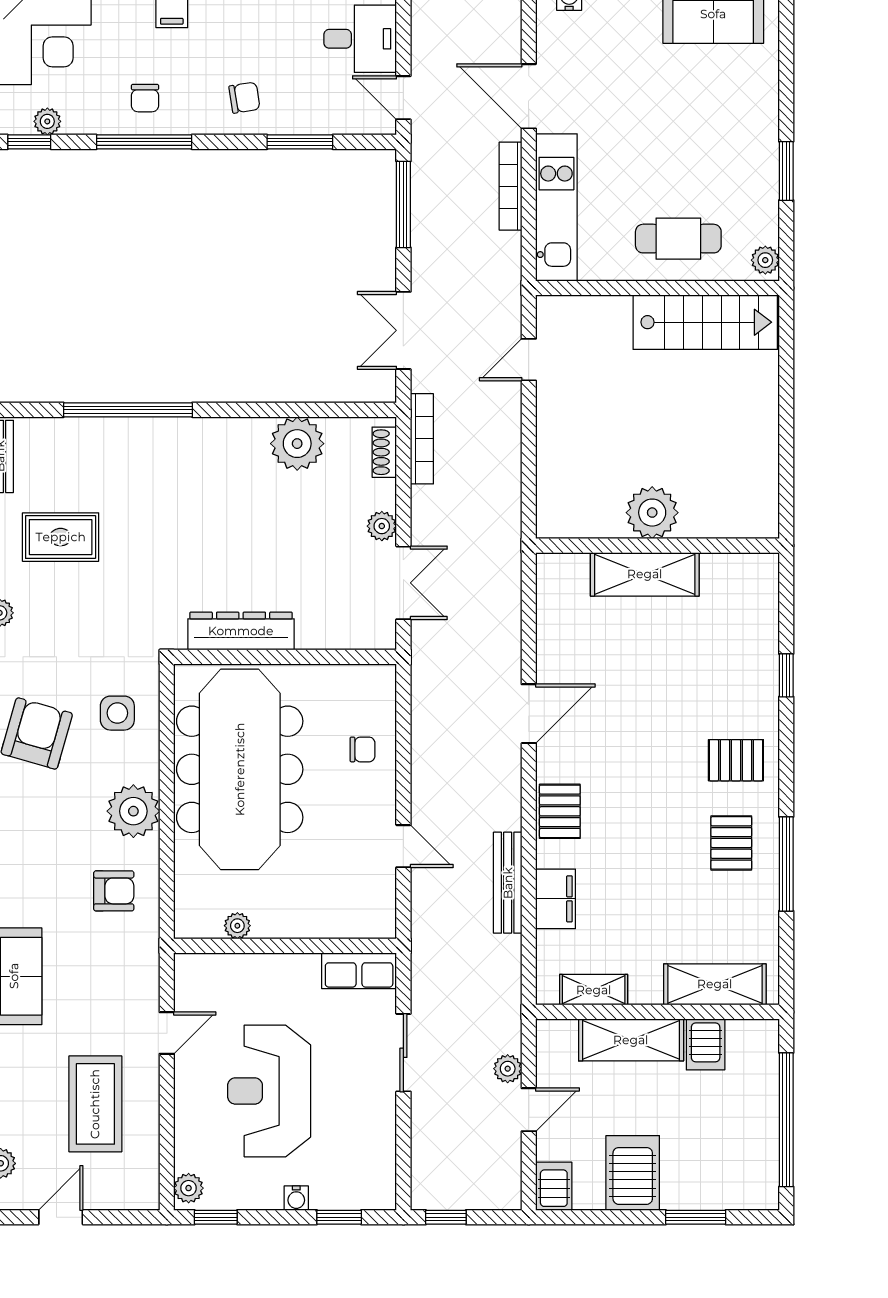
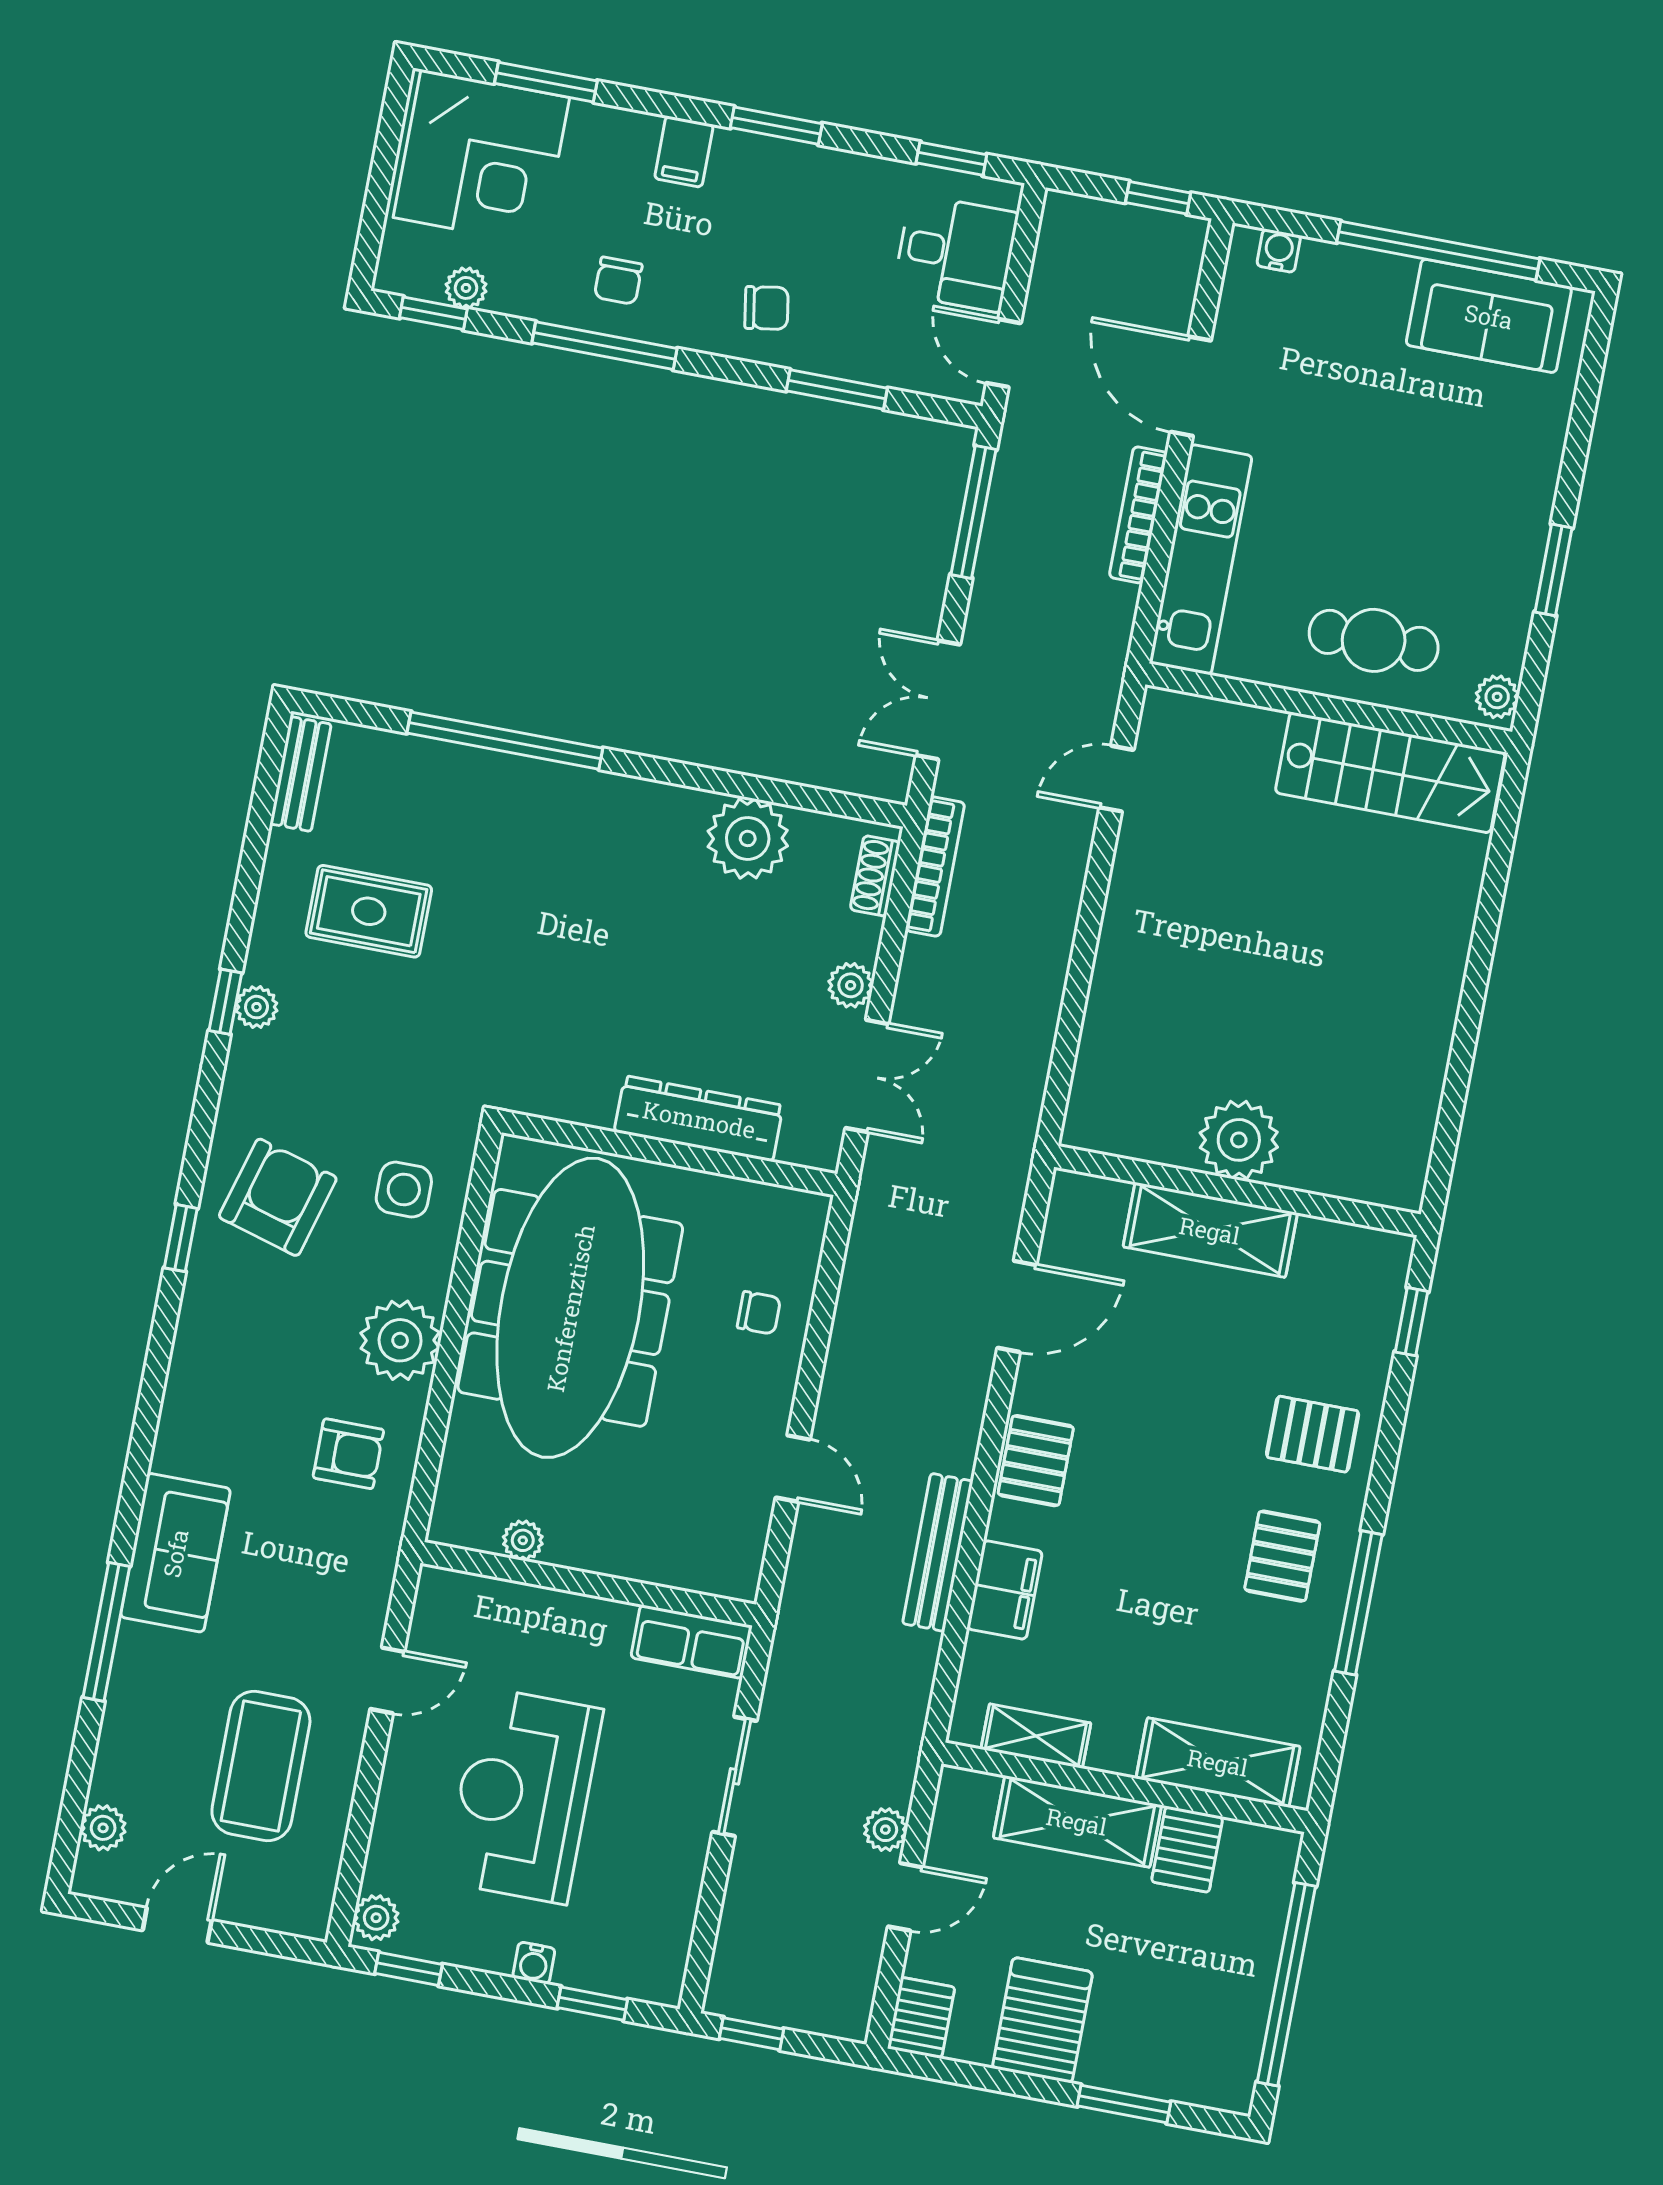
plant: (652, 513) -> (1239, 1140), moved
wall: (658, 546) -> (1237, 1191), moved
shelving: (645, 574) -> (1210, 1230), moved
dresser: (241, 631) -> (699, 1119), moved

